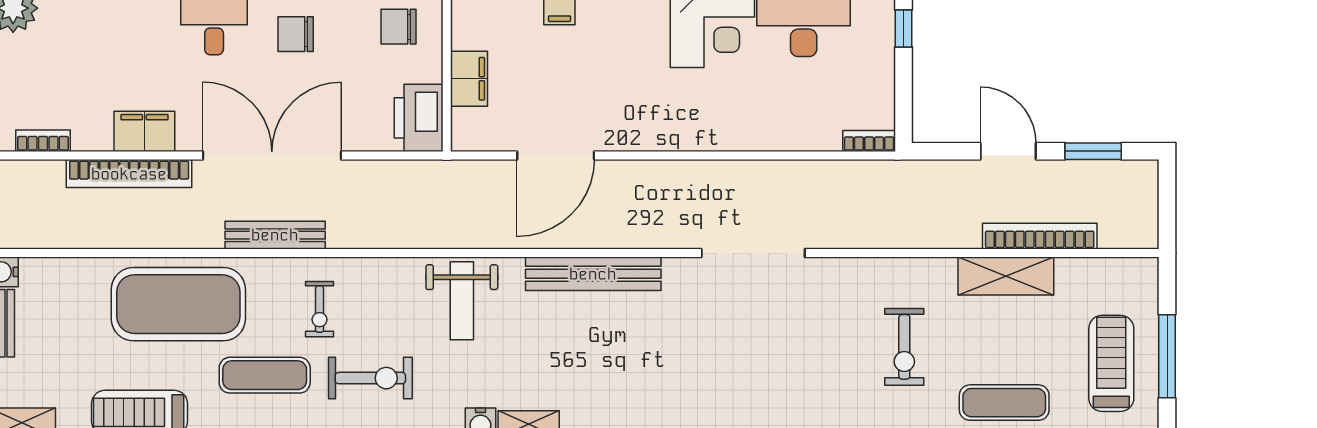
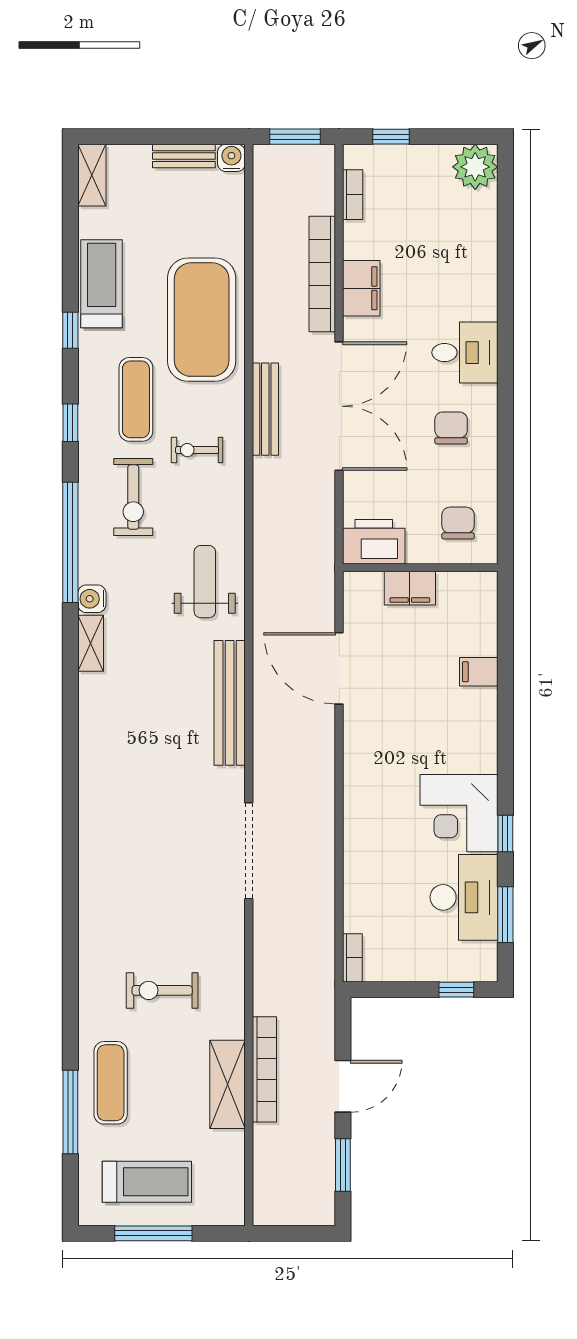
bookcase: (1040, 236) -> (264, 1069), moved
weight bench: (462, 301) -> (205, 582), turned 90

